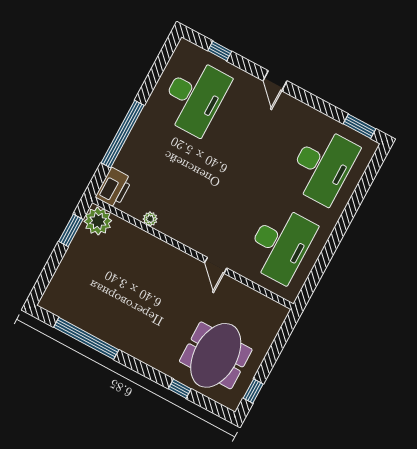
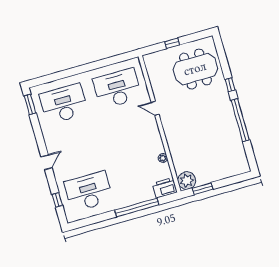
door: (216, 265) -> (155, 108), swing flipped
window: (86, 338) -> (240, 120), moved
window: (180, 389) -> (230, 85), moved
window: (253, 391) -> (172, 43), moved

